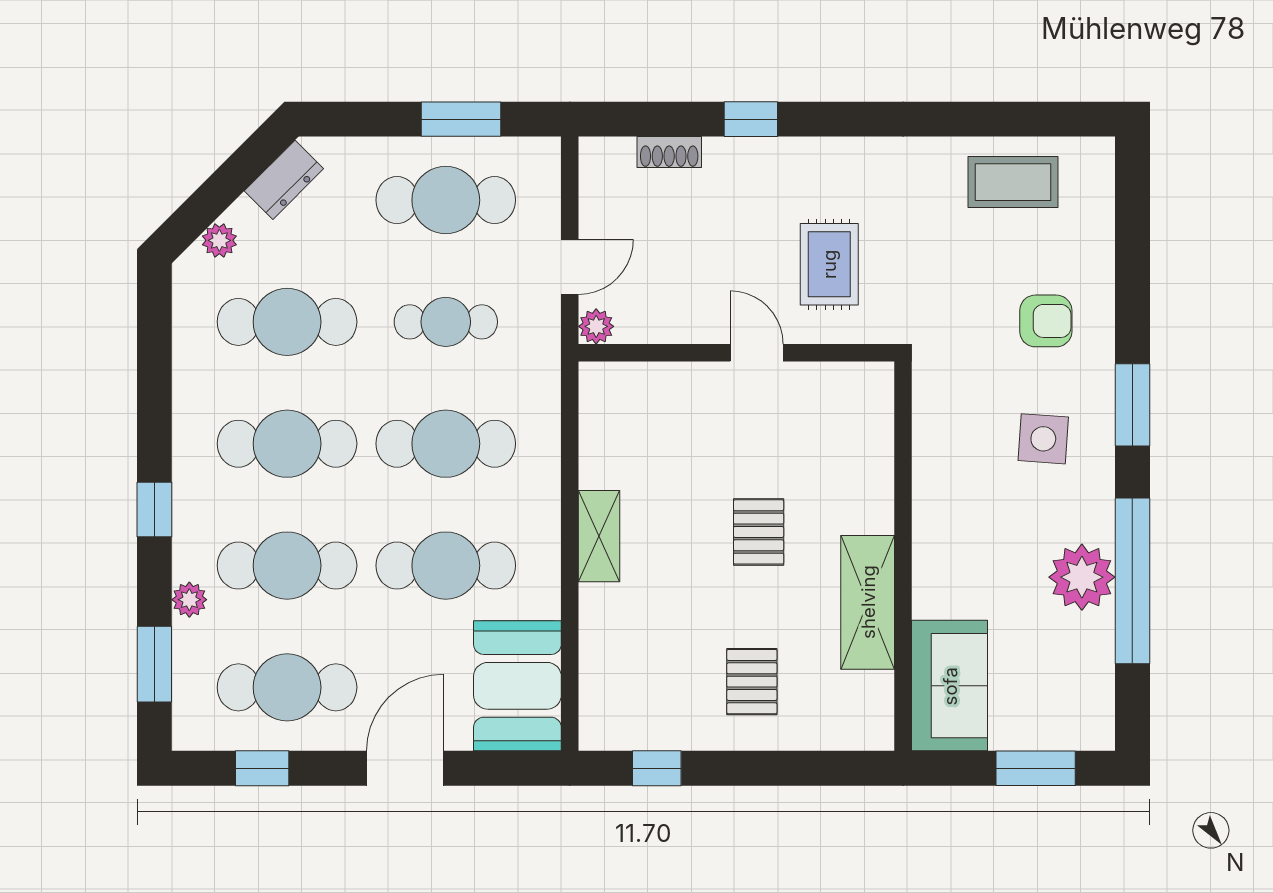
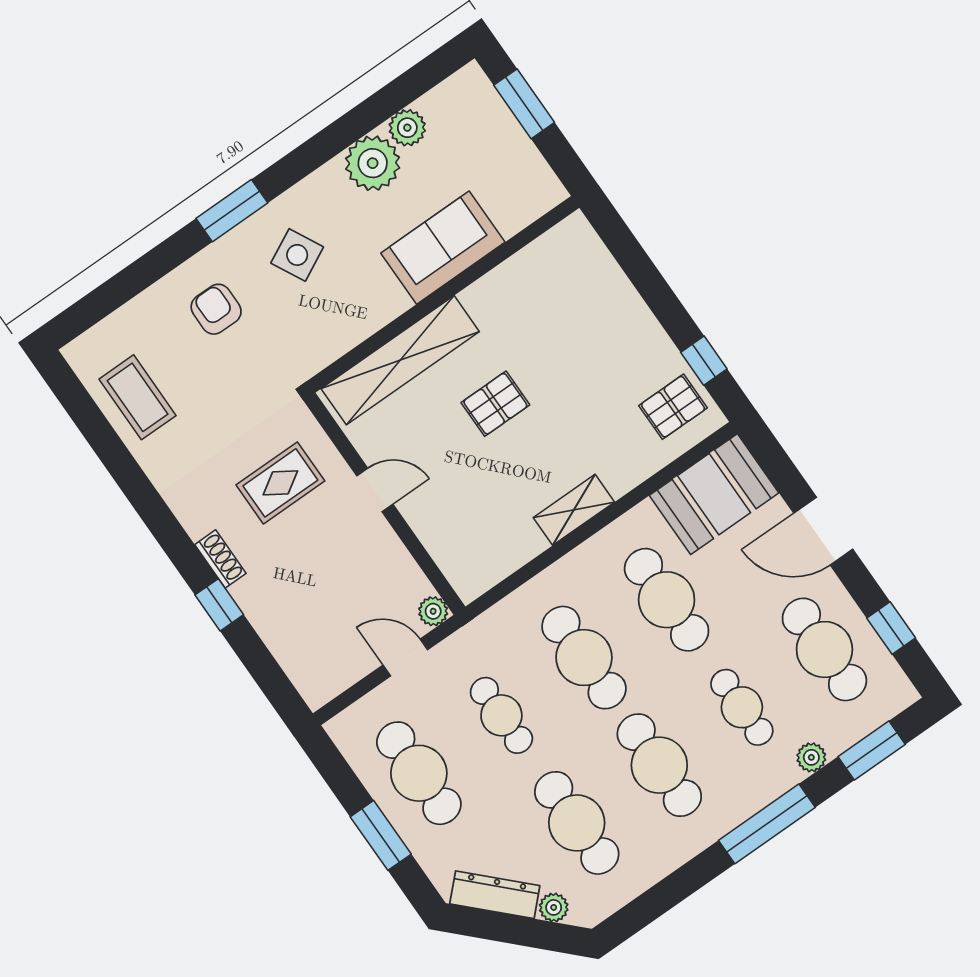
window: (461, 119) -> (381, 835), moved
shoe rack: (669, 152) -> (220, 559), moved
dresser: (284, 180) -> (495, 895), width x1.44
door: (757, 353) -> (375, 490), swing flipped
side table: (1043, 439) -> (297, 255), turned -31
window: (154, 510) -> (767, 824), width x2.17
cafe table: (287, 566) -> (742, 707), width x0.73, depth x0.74
window: (1132, 581) -> (351, 127), removed
shelving: (868, 602) -> (400, 360), moved, width x1.47
plant: (1093, 636) -> (407, 128), added
pallet: (752, 682) -> (673, 407), moved
sofa: (950, 686) -> (443, 248), moved

